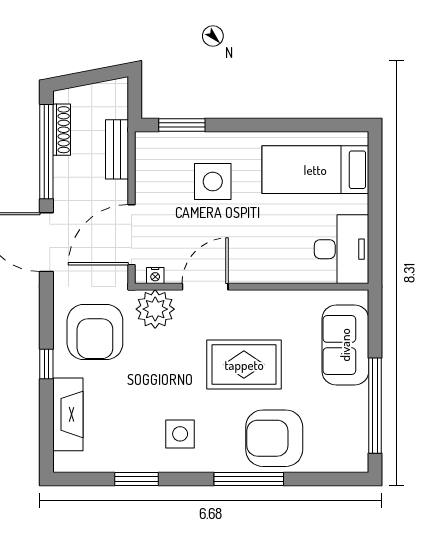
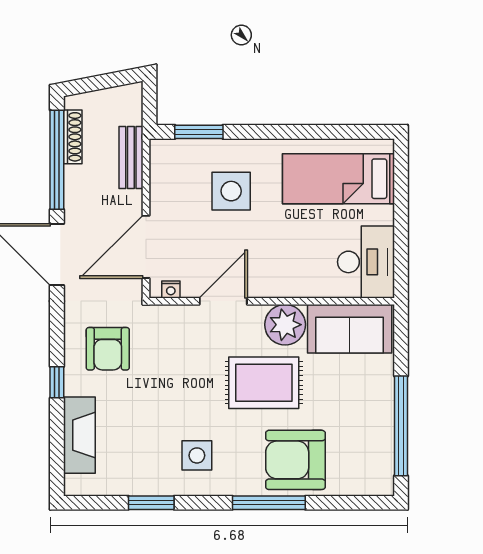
plant: (155, 309) -> (285, 325), moved
armchair: (95, 332) -> (108, 349), width x0.73, depth x0.73
sofa: (345, 345) -> (350, 329), moved, turned -90

